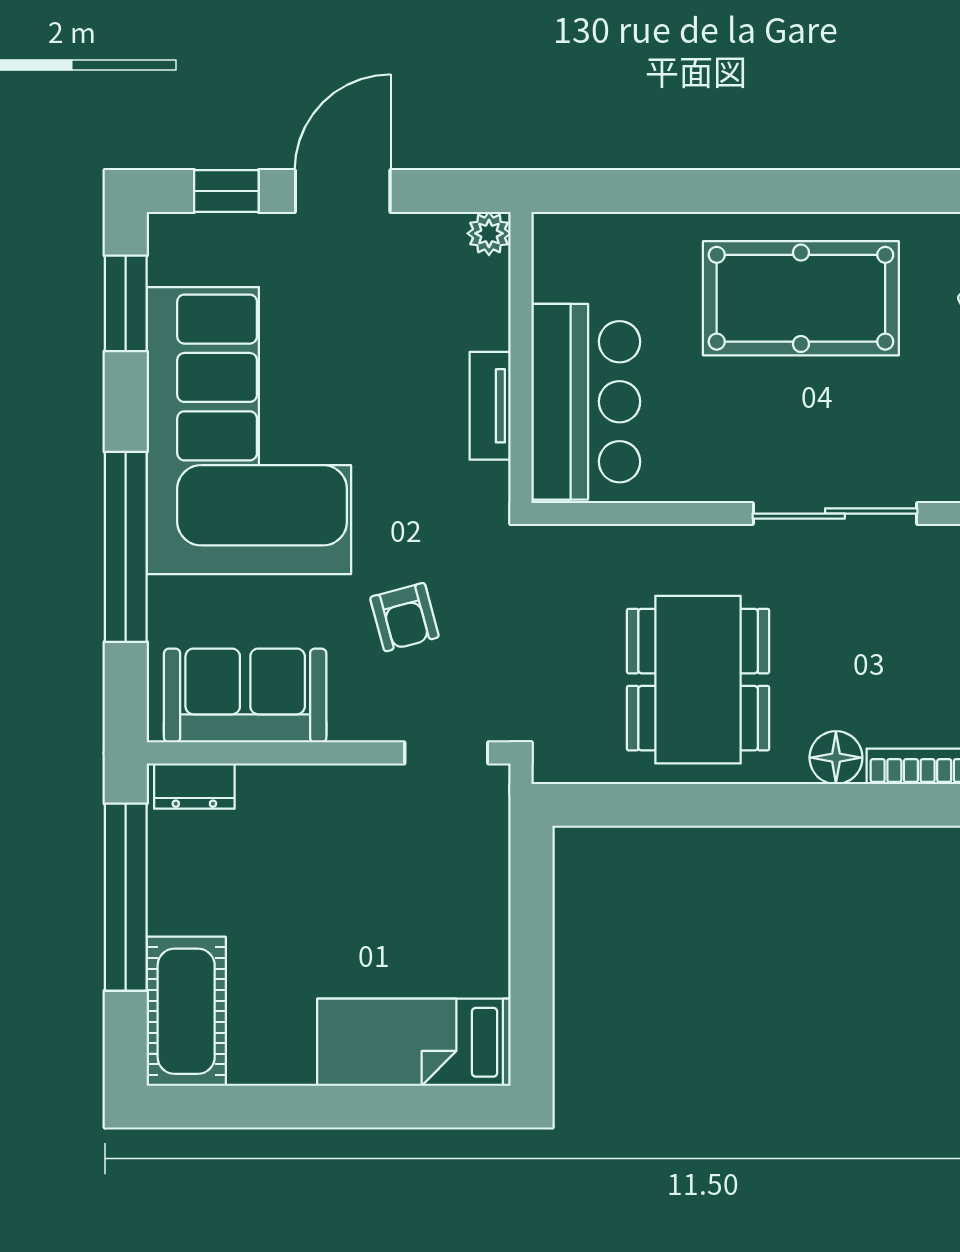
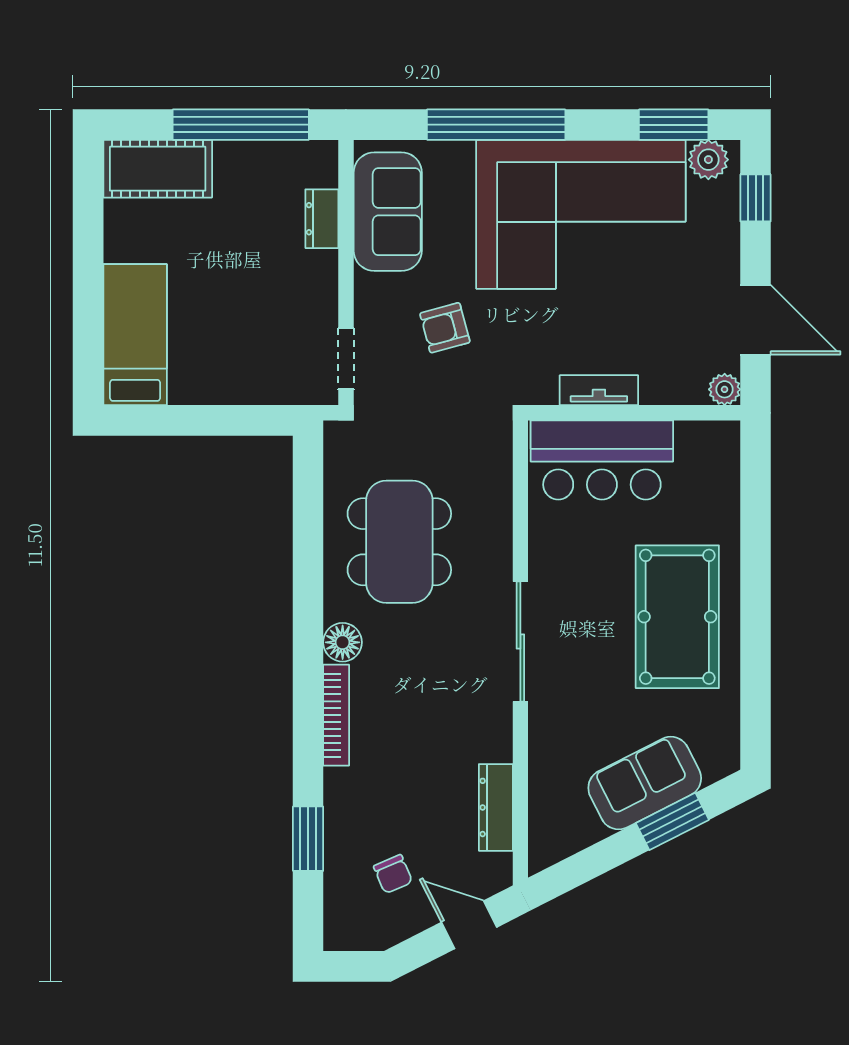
door: (343, 191) -> (756, 320), moved
plant: (174, 256) -> (708, 160), added
dining table: (698, 680) -> (399, 542), turned 90
dresser: (194, 786) -> (322, 219), moved

